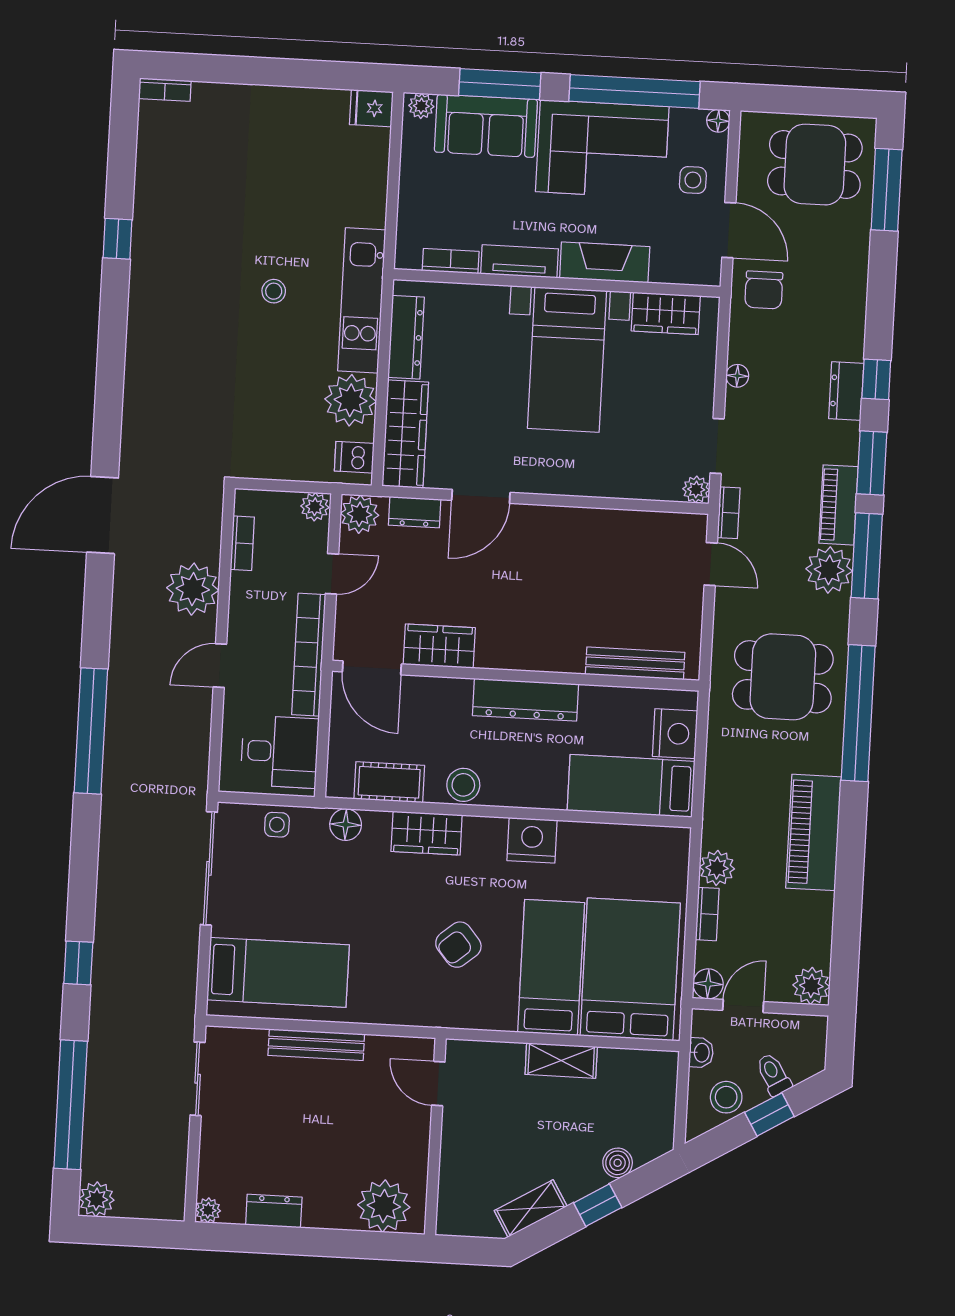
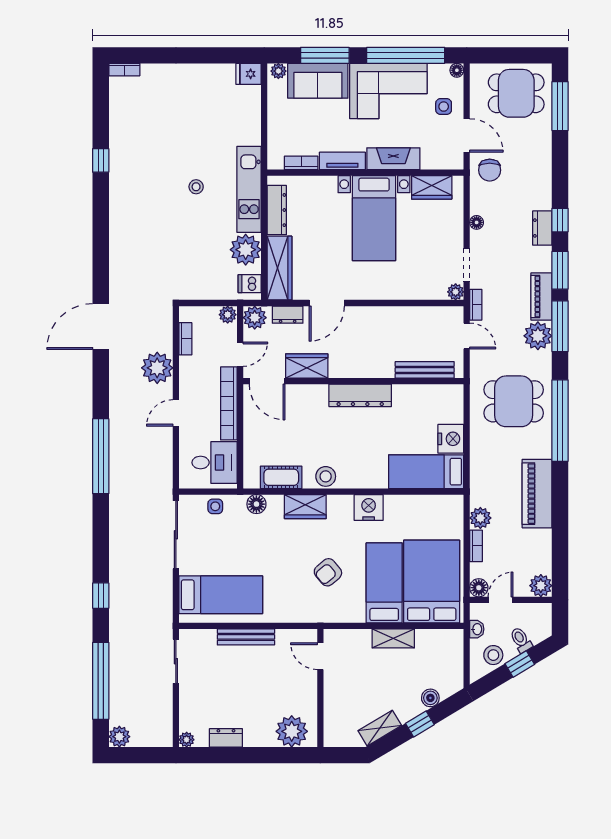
wardrobe: (439, 646) -> (307, 366), moved
bench: (635, 663) -> (425, 370), moved
door: (372, 668) -> (267, 381), moved
wall: (516, 676) -> (353, 381), moved
dresser: (525, 700) -> (360, 395), moved

